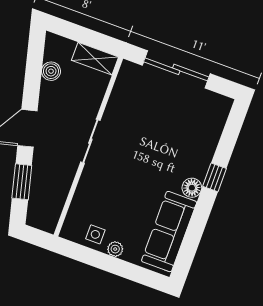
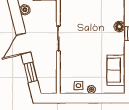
floor lamp: (192, 188) -> (119, 26), moved
sofa: (169, 232) -> (116, 70), width x0.73

